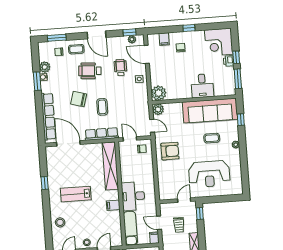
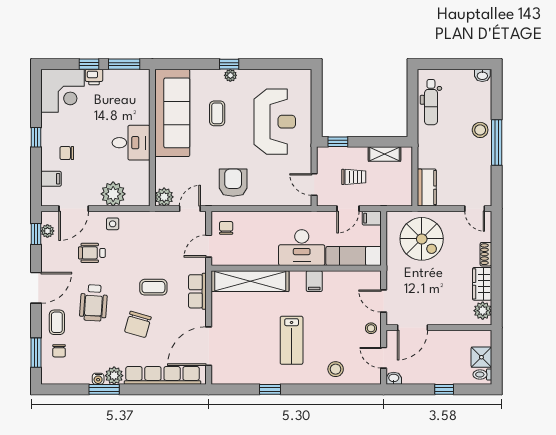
plant: (45, 67) -> (114, 376), moved
desk: (202, 86) -> (131, 143), moved
plant: (159, 93) -> (113, 194), moved
window: (241, 120) -> (229, 64), moved
row of seats: (102, 134) -> (197, 291), width x0.68
door: (184, 200) -> (314, 185), moved

